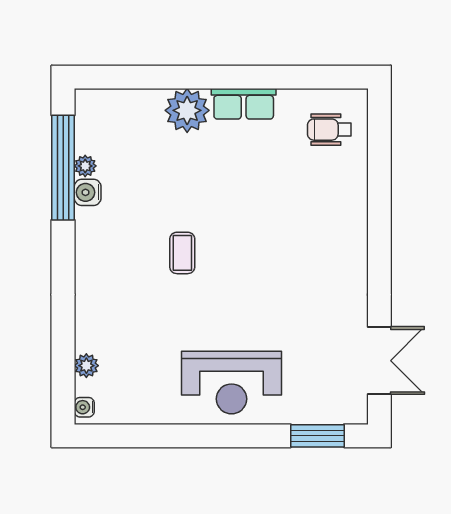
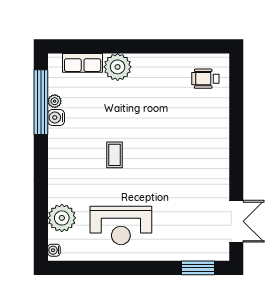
row of seats: (244, 104) -> (83, 63), moved
plant: (86, 366) -> (62, 218), width x1.88, depth x1.88
reception desk: (232, 383) -> (121, 225), moved

